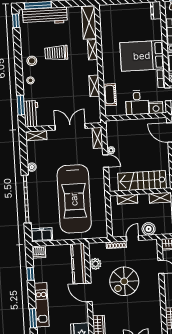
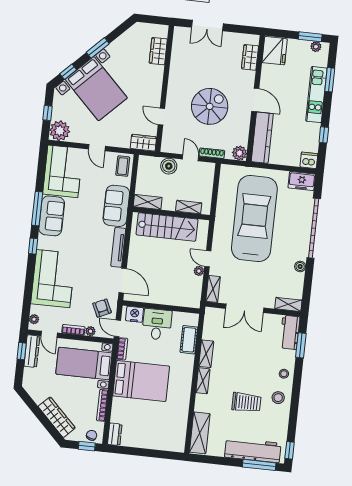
shelving: (93, 50) -> (203, 381), moved
door: (133, 238) -> (191, 158), swing flipped
plant: (95, 264) -> (240, 153), moved

